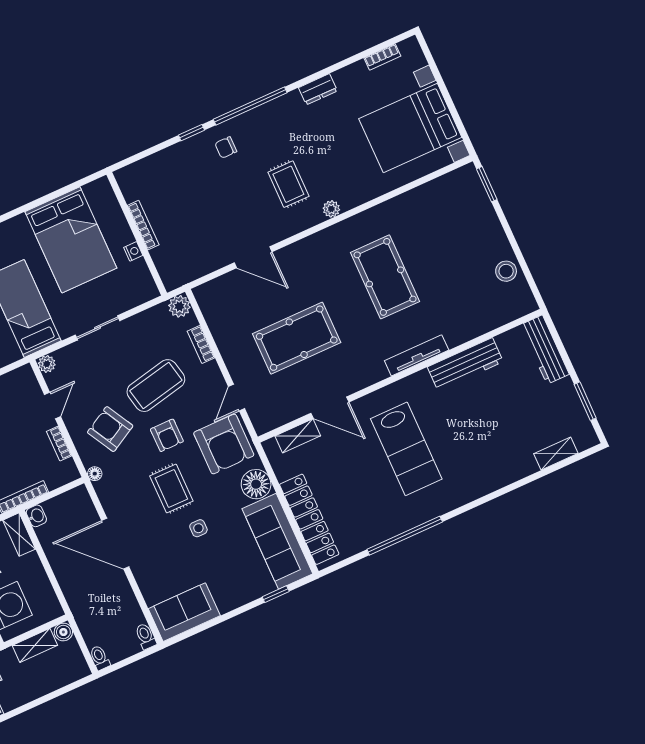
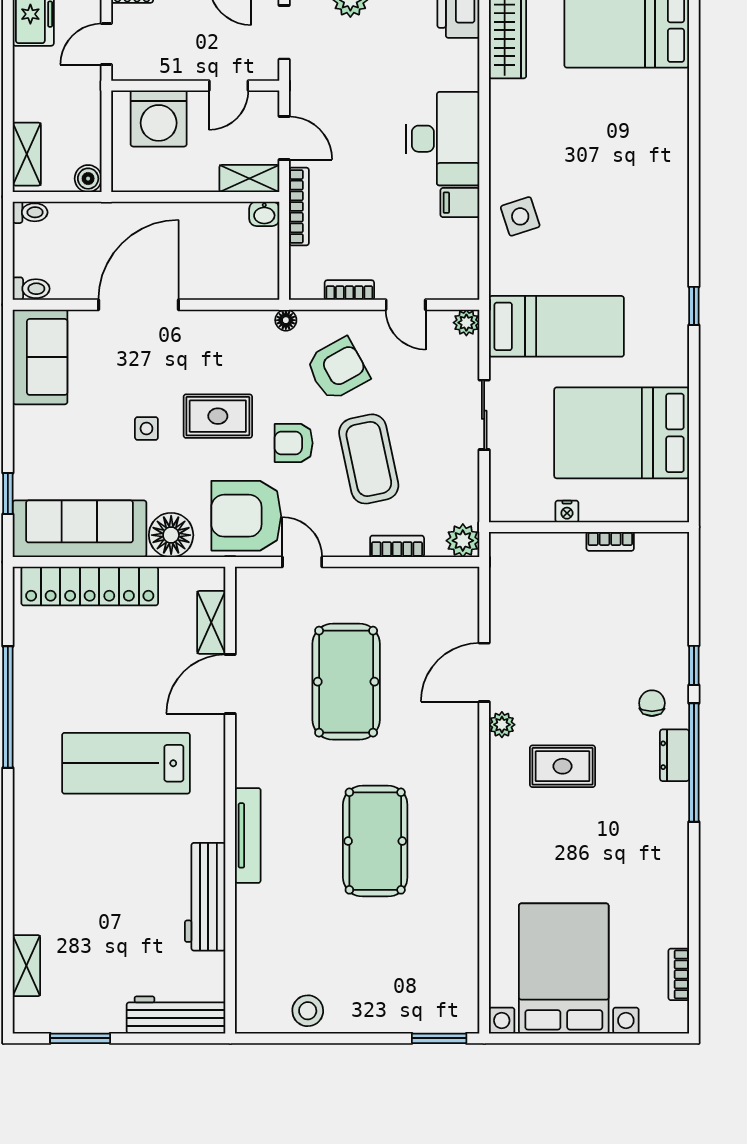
dresser: (318, 89) -> (675, 755), moved
plant: (331, 209) -> (502, 725), moved
bookcase: (143, 225) -> (610, 541), width x0.64
pool table: (385, 277) -> (375, 841), turned 90
door: (115, 544) -> (138, 305), moved
shelving: (35, 645) -> (27, 154), moved

